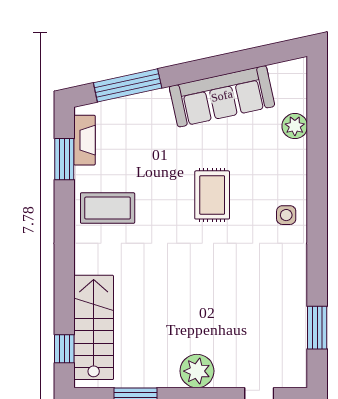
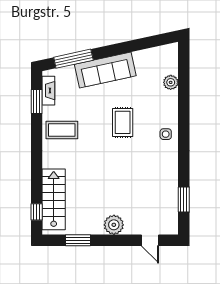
sofa: (222, 96) -> (105, 70), moved

